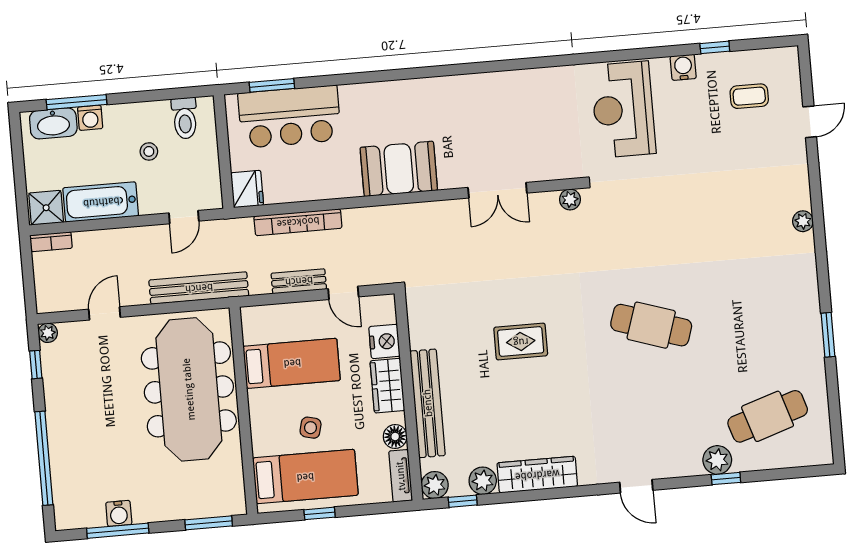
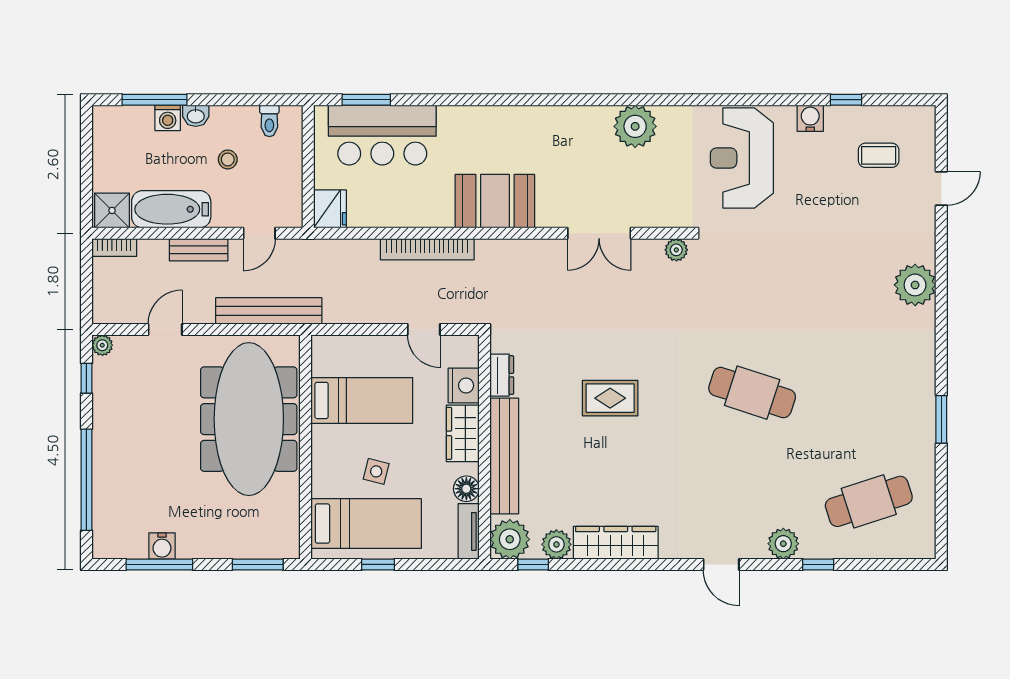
plant: (522, 89) -> (635, 126), added
toilet: (185, 118) -> (269, 121), width x0.73, depth x0.72
washbasin: (53, 123) -> (196, 116), moved, width x0.52, depth x0.69
plant: (803, 221) -> (915, 285), width x1.88, depth x1.88
bookcase: (298, 222) -> (427, 249), moved
bench: (299, 281) -> (199, 250), moved
dresser: (419, 329) -> (502, 375), added
plant: (717, 460) -> (783, 544), moved
plant: (435, 485) -> (510, 539), width x1.36, depth x1.36

